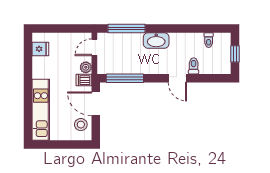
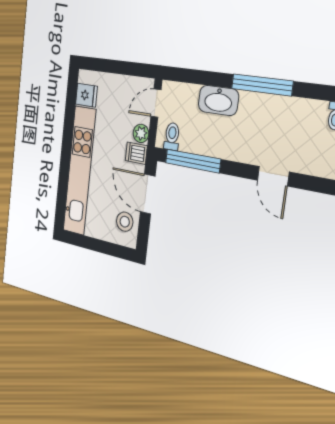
window: (127, 29) -> (262, 85), moved
washbasin: (156, 41) -> (218, 100), moved
toilet: (194, 66) -> (172, 136), moved
kitchen unit: (41, 110) -> (79, 171), width x1.36

